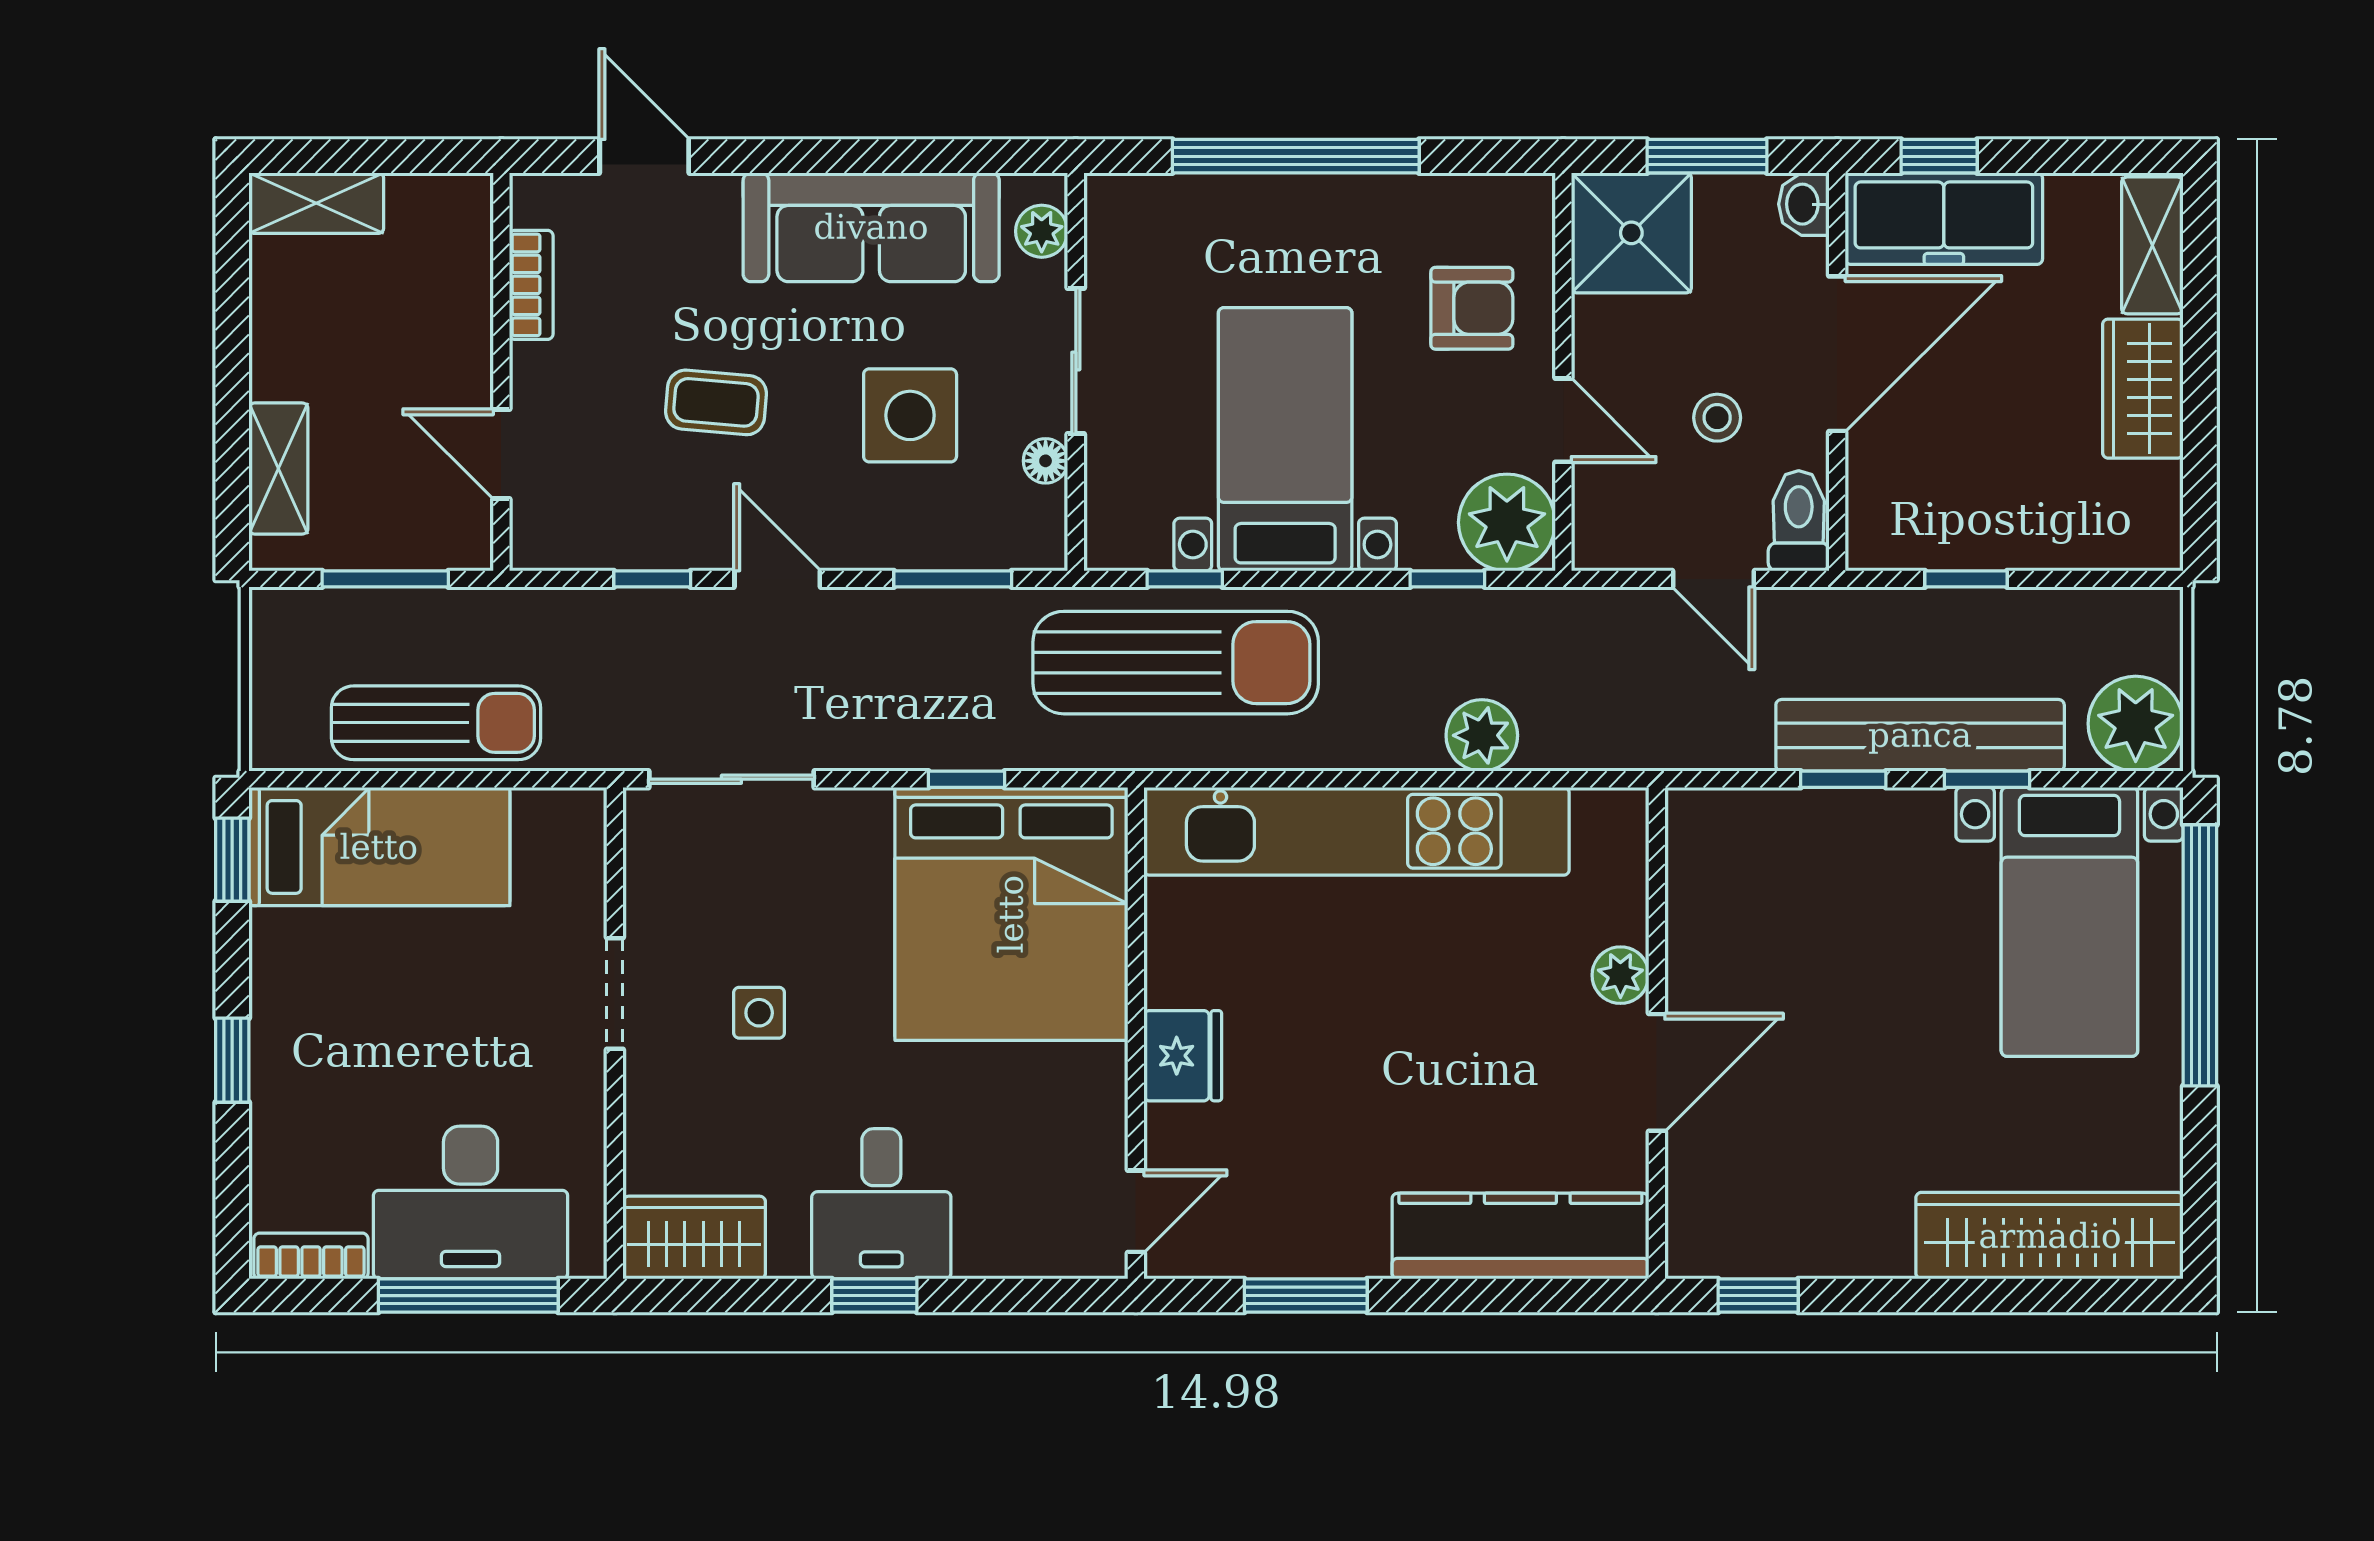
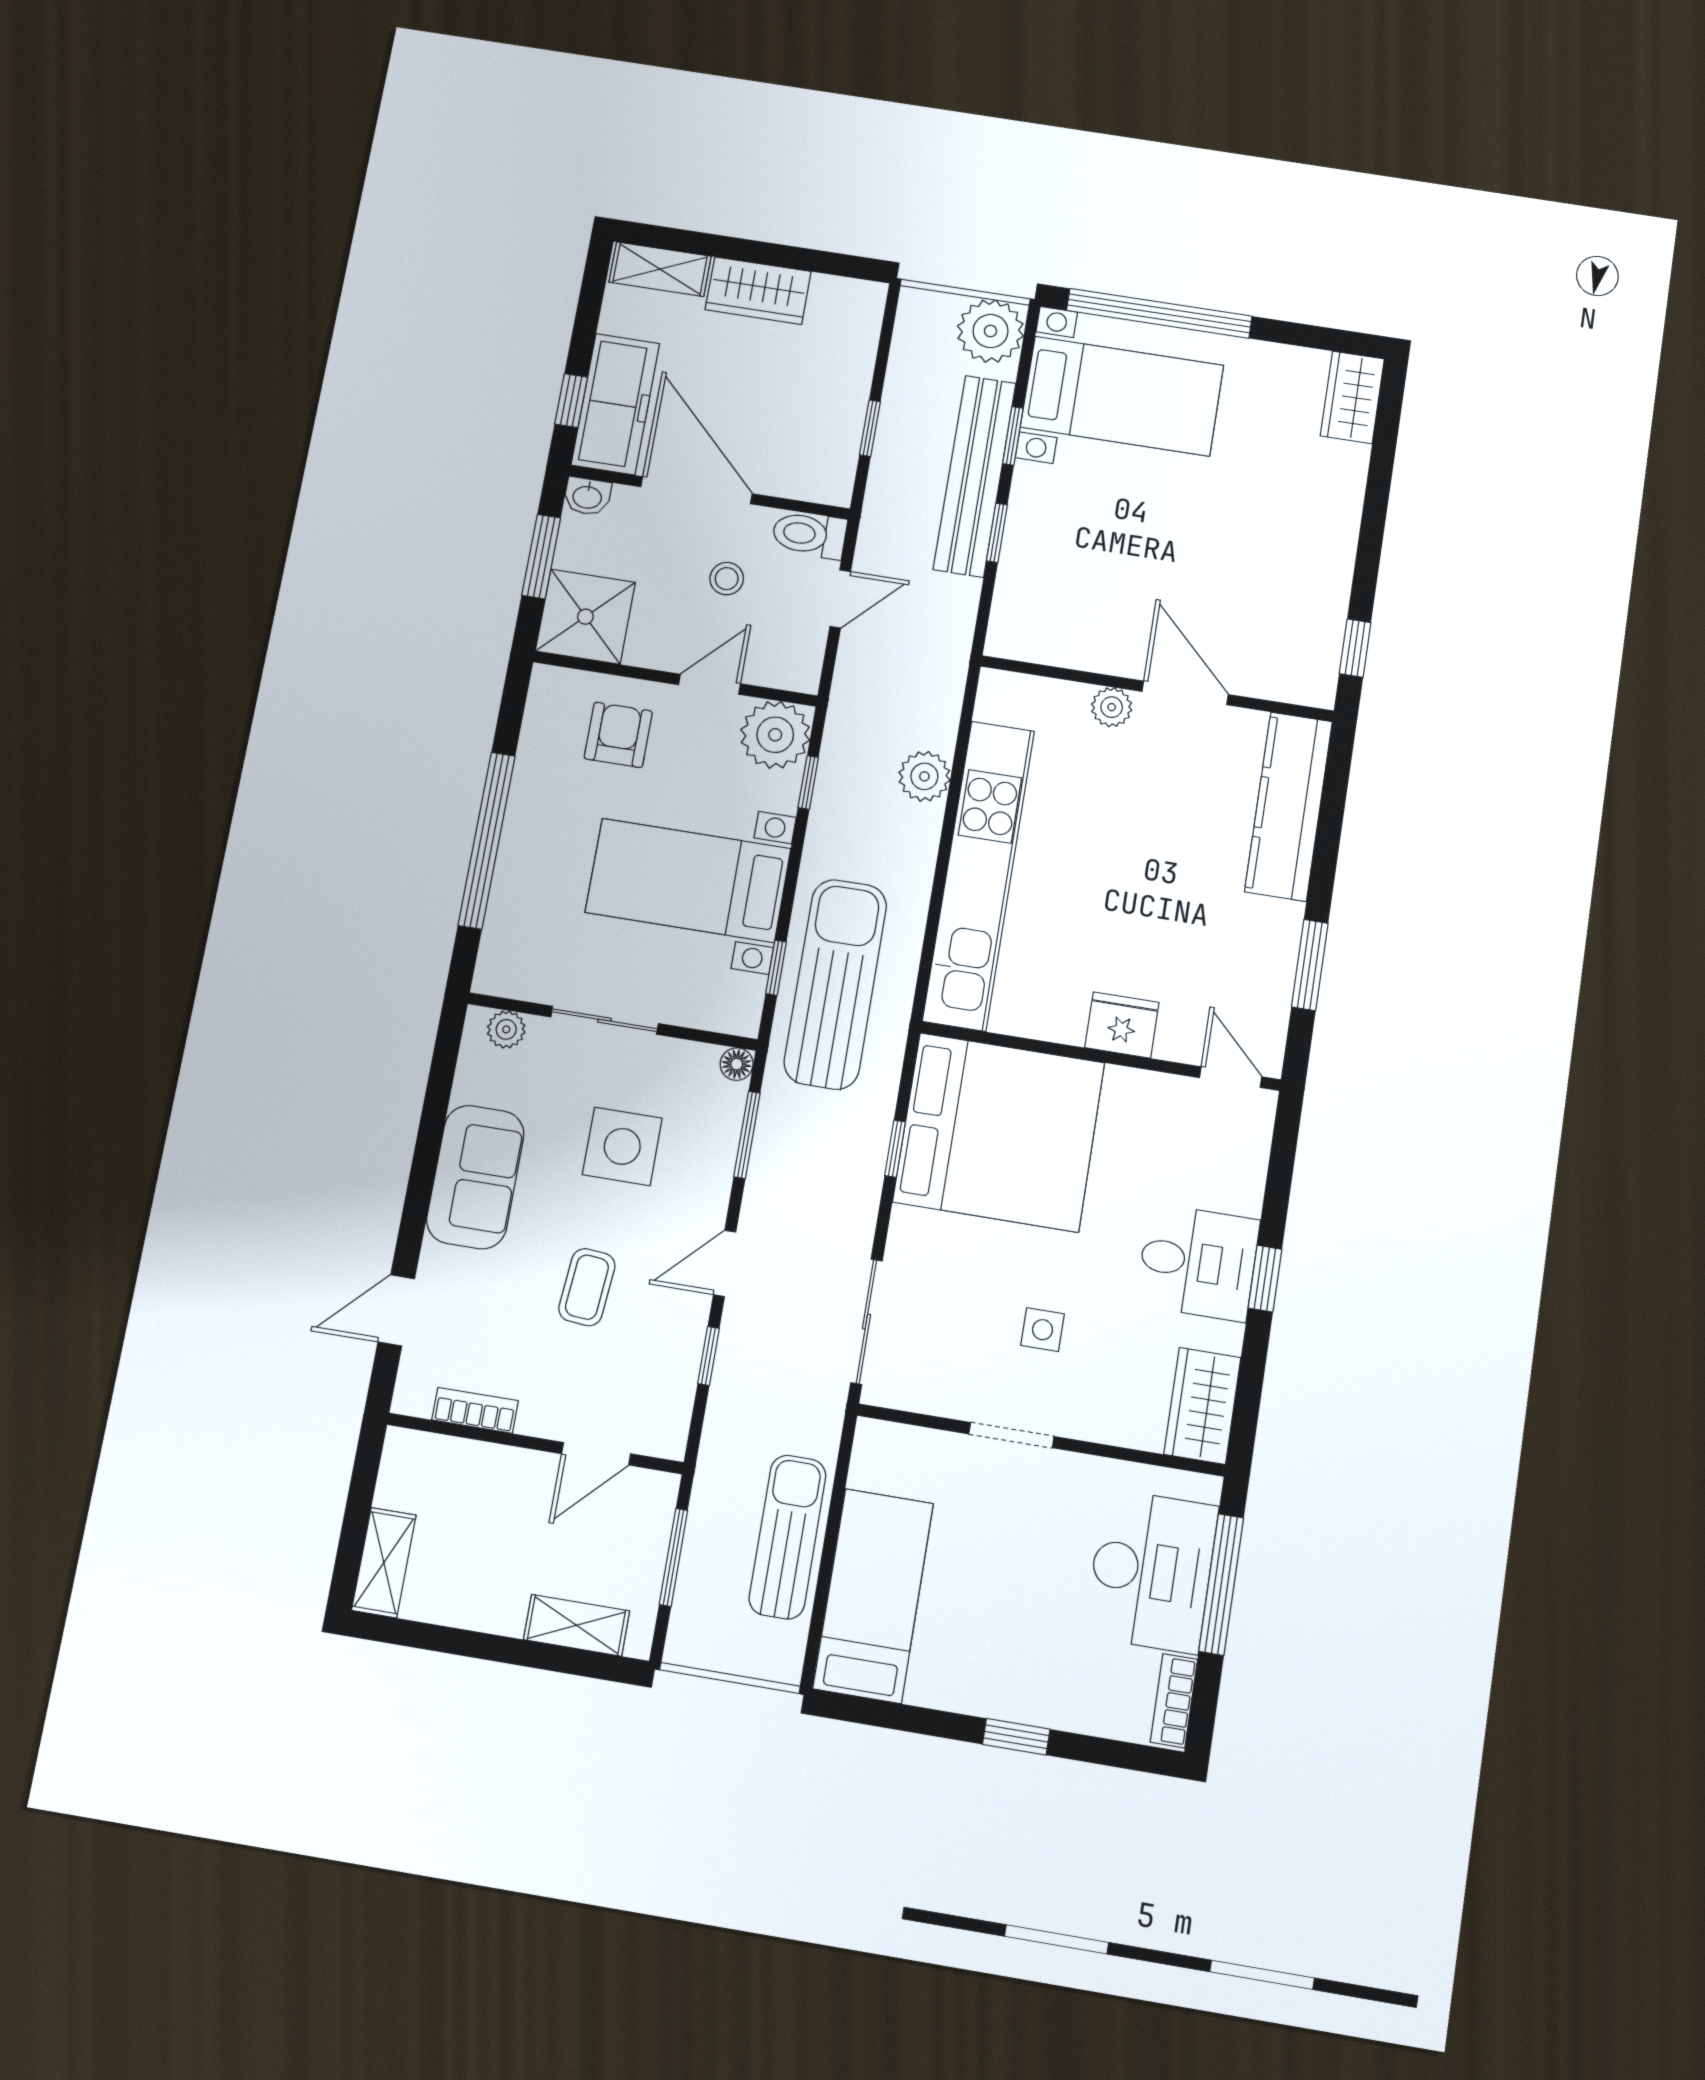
sofa: (871, 227) -> (475, 1177), width x0.73
floor lamp: (1046, 461) -> (737, 1064), moved
window: (232, 860) -> (865, 1711), removed
wardrobe: (2050, 1236) -> (1352, 397), width x0.48, depth x0.85

